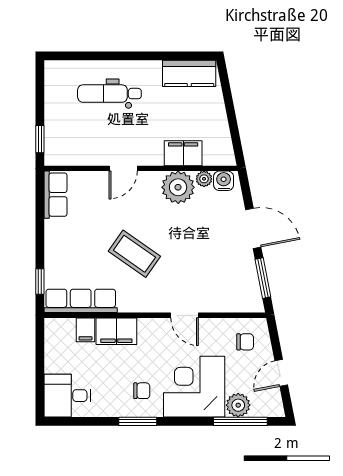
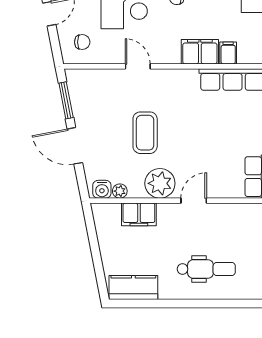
plant: (178, 187) -> (160, 183), moved
coffee table: (134, 254) -> (145, 133), moved, turned 55
chair: (245, 342) -> (82, 42), turned 180

